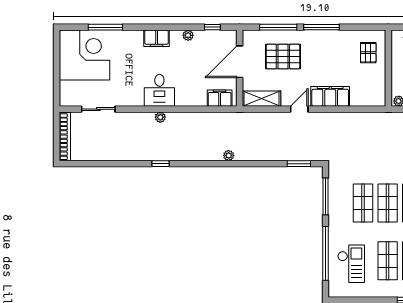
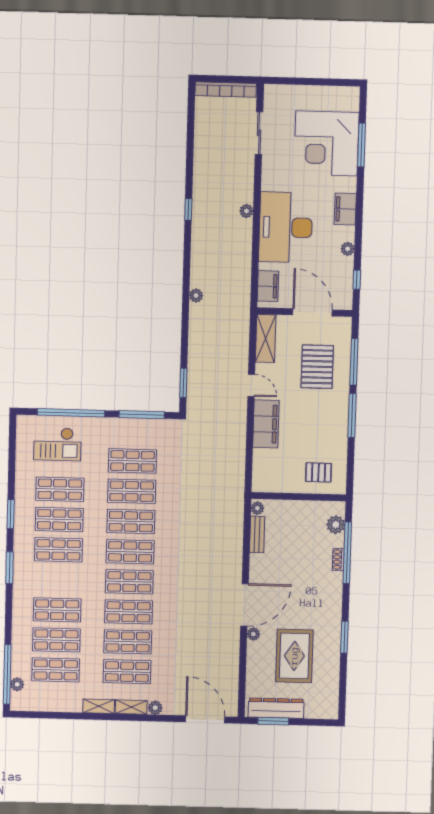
corner desk: (85, 55) -> (326, 143), moved, turned 90
desk: (159, 90) -> (286, 227), width x1.87, depth x1.30

